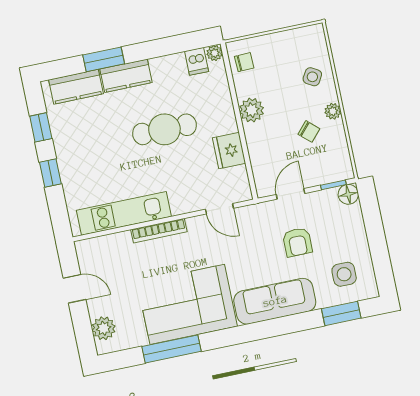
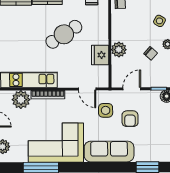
plant: (252, 110) -> (119, 50), moved
cafe table: (164, 129) -> (64, 34), turned -33
plant: (118, 247) -> (21, 100), added
side table: (344, 274) -> (106, 110), moved

